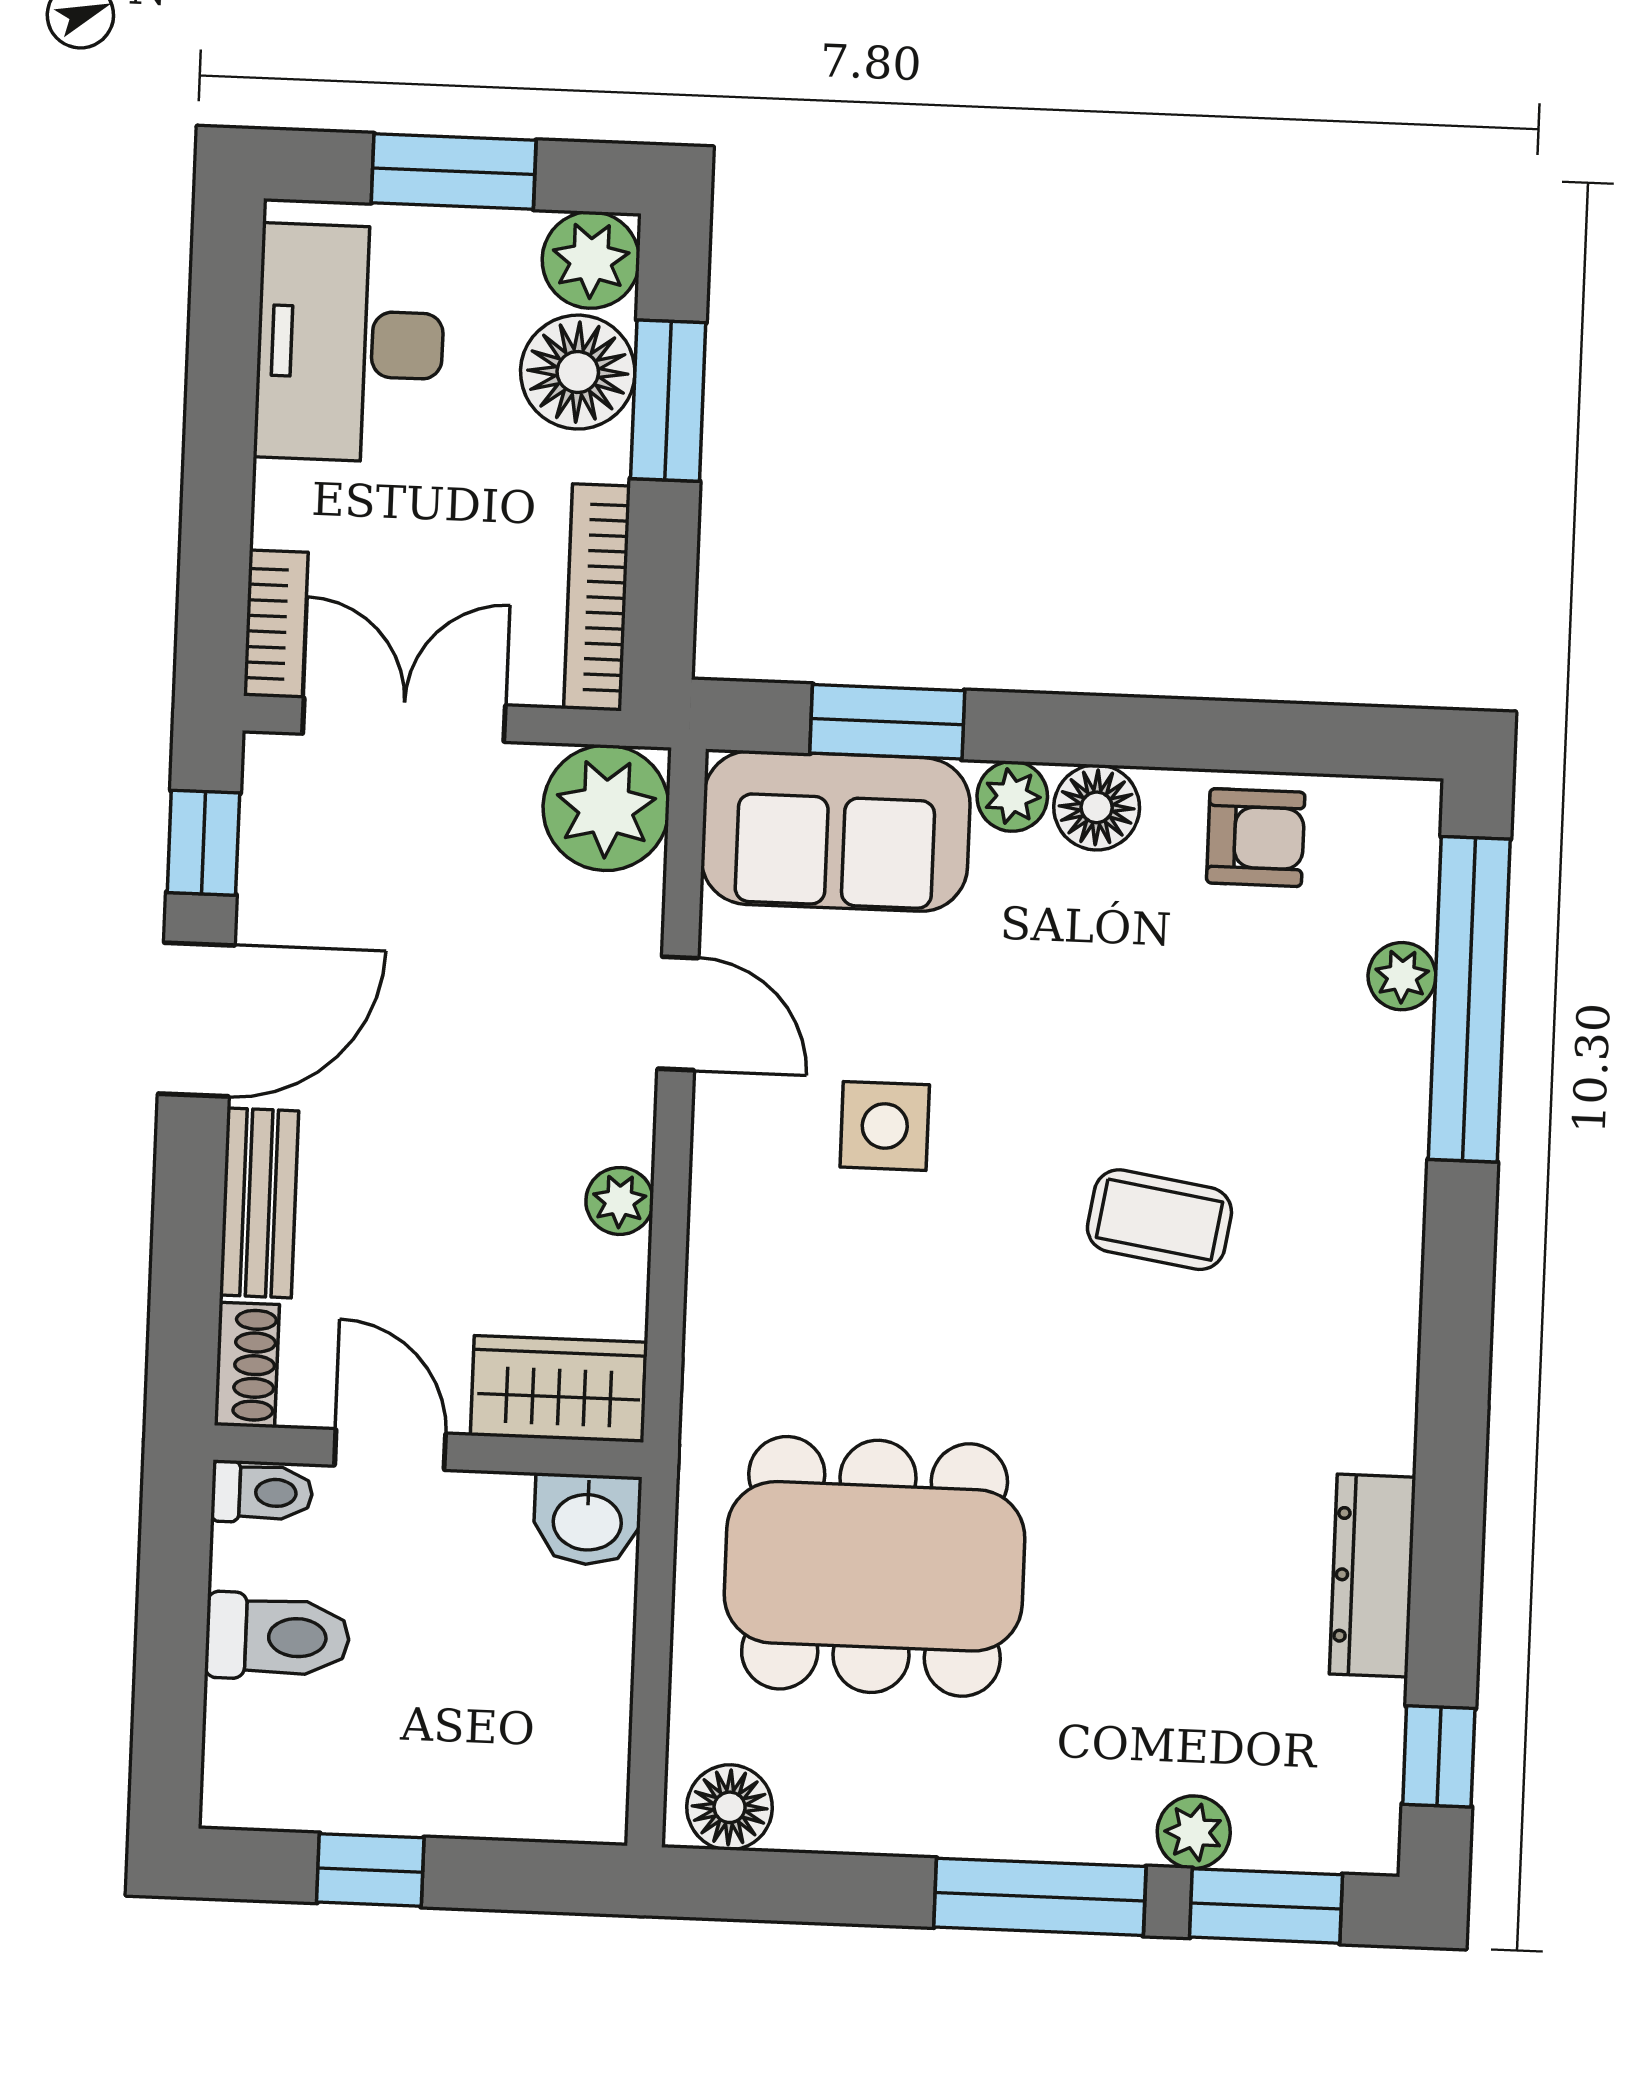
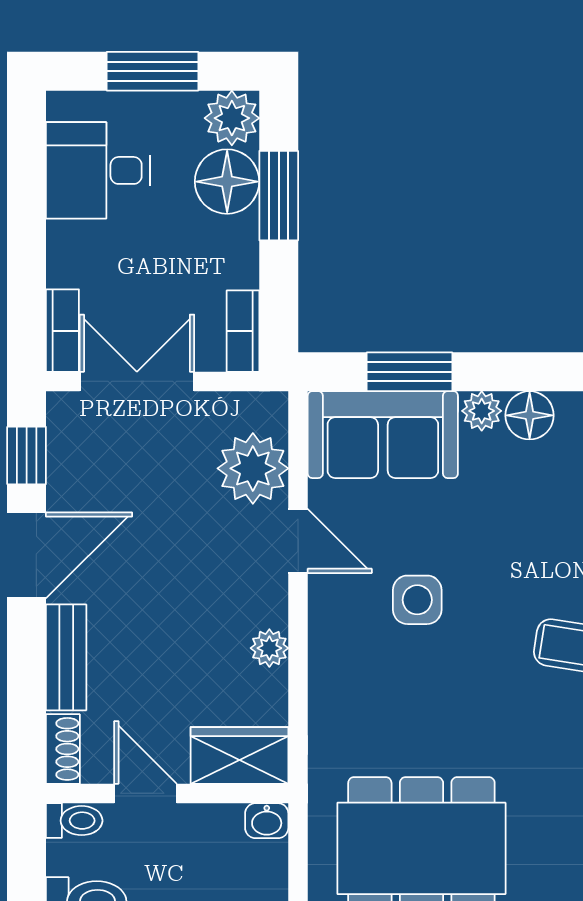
desk: (350, 343) -> (98, 170), width x0.73
bookcase: (597, 597) -> (243, 331), width x0.64
plant: (606, 808) -> (253, 468), moved
washbasin: (587, 1520) -> (267, 821), width x0.72, depth x0.69

